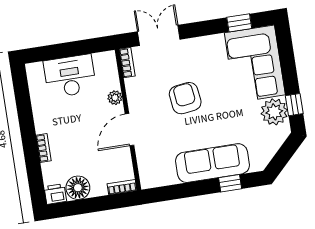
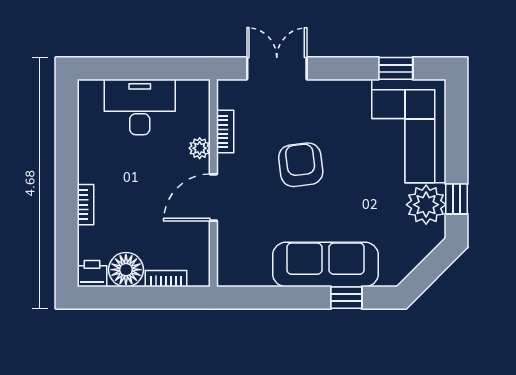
bookcase: (127, 63) -> (225, 132), moved
bookcase: (122, 187) -> (166, 279), moved

